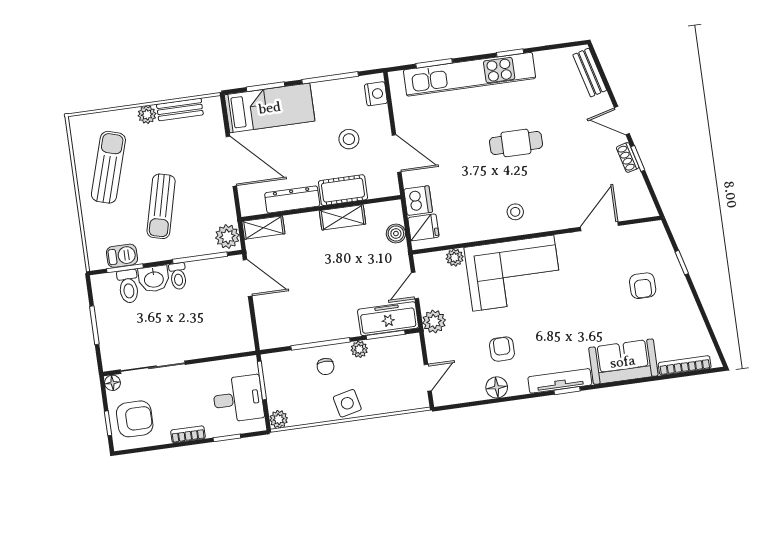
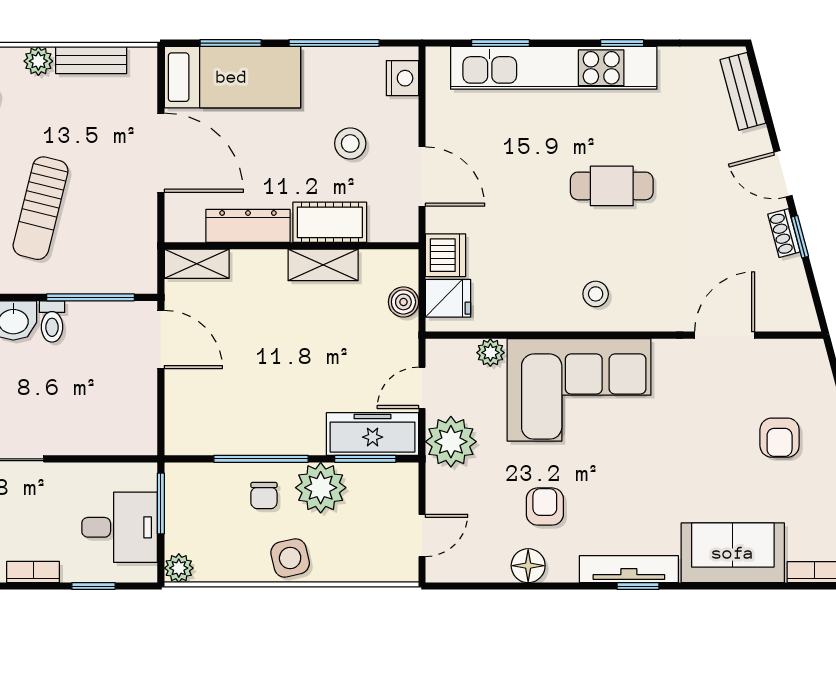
plant: (227, 237) -> (138, 270), removed
plant: (434, 321) -> (451, 442), width x1.36, depth x1.36
plant: (359, 349) -> (321, 488), width x1.88, depth x1.88

